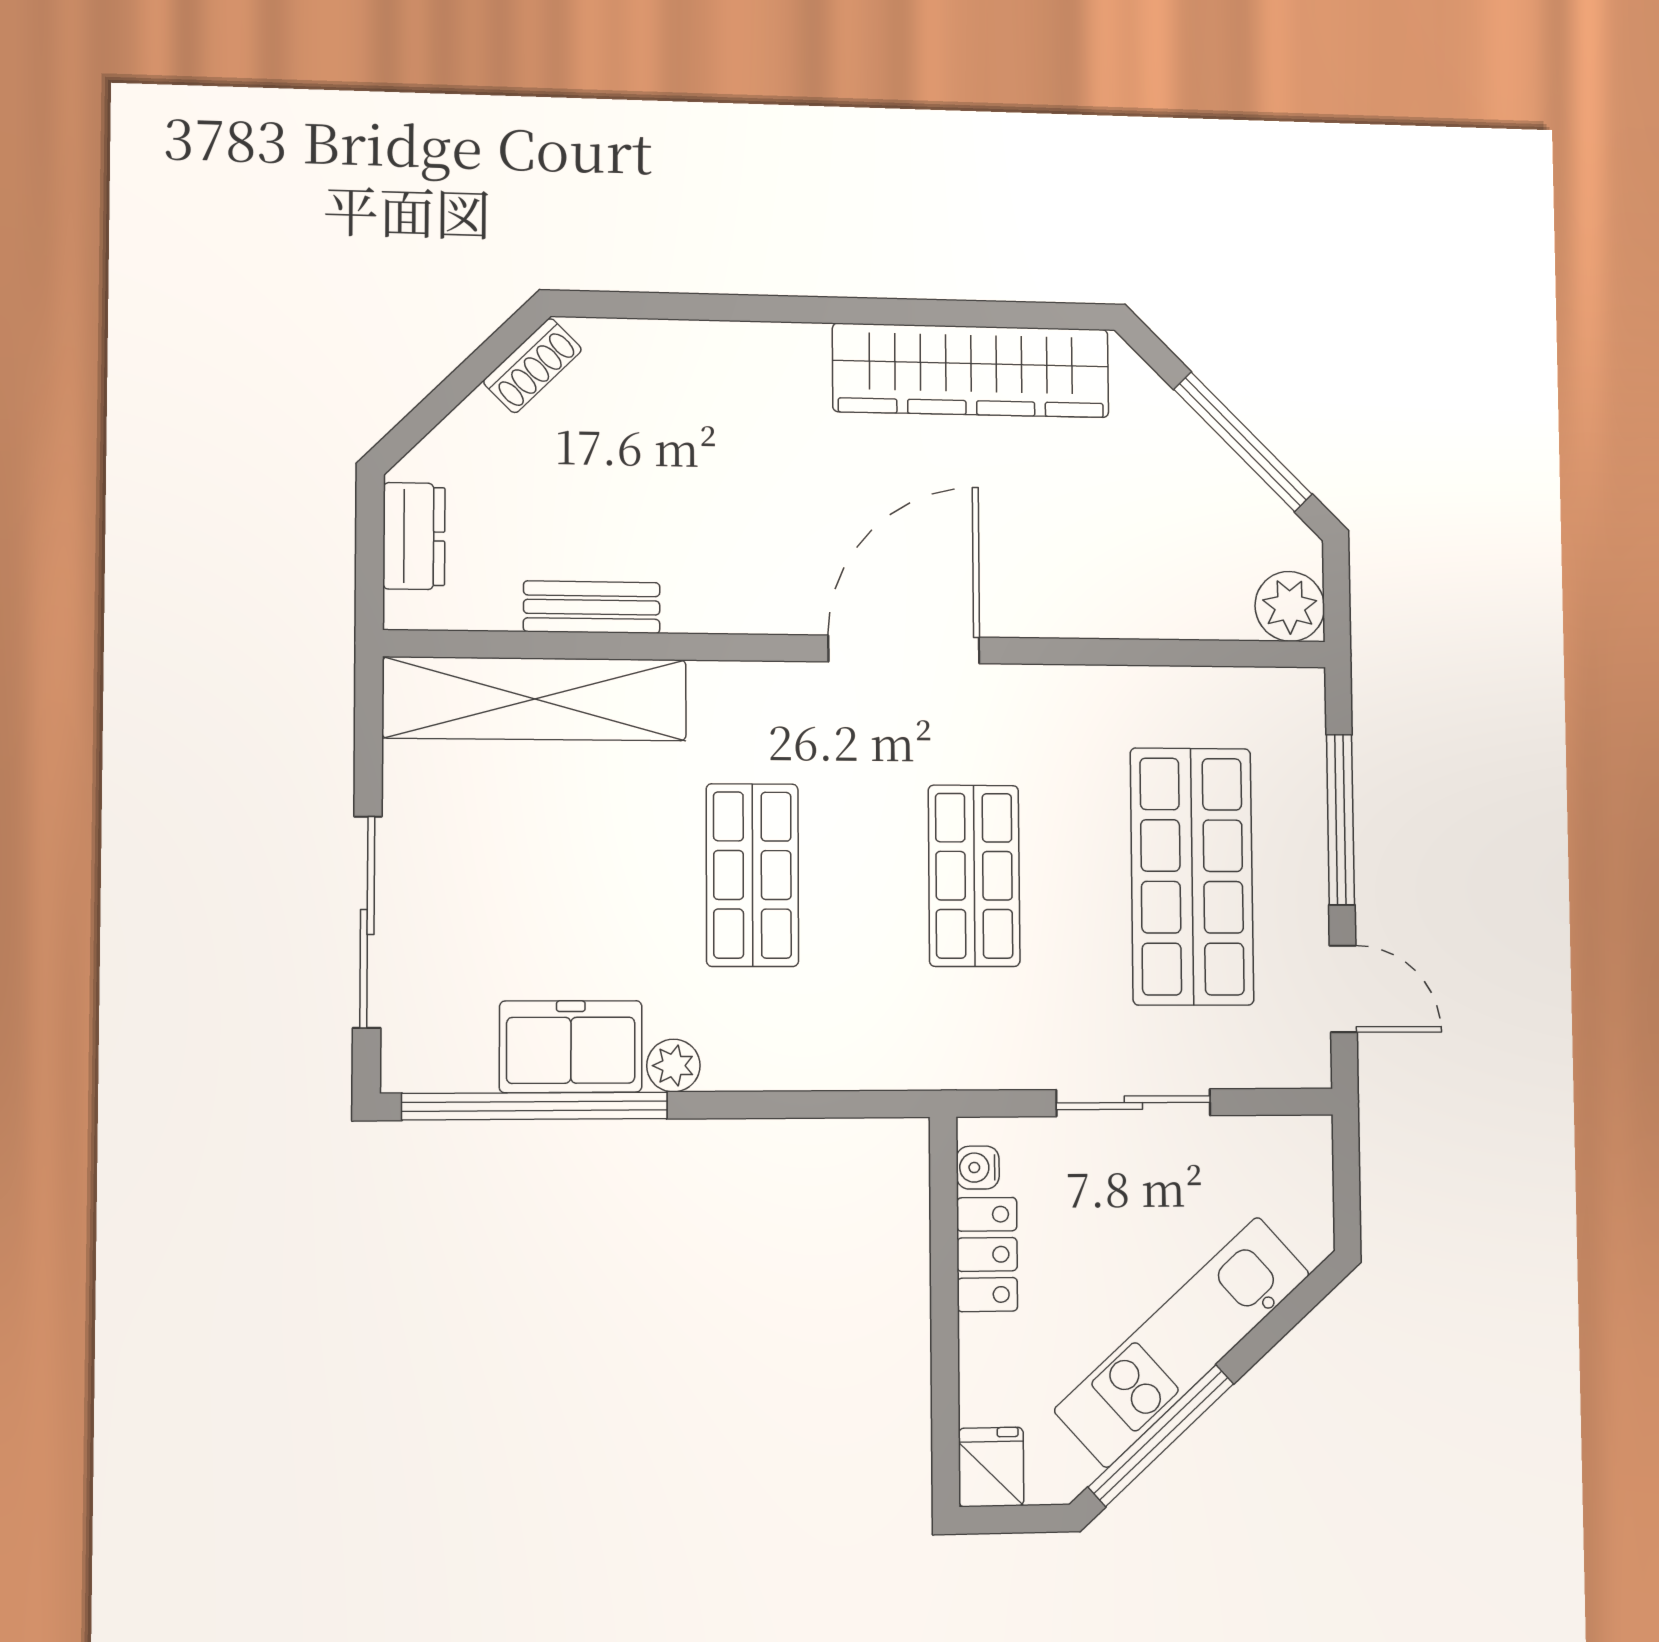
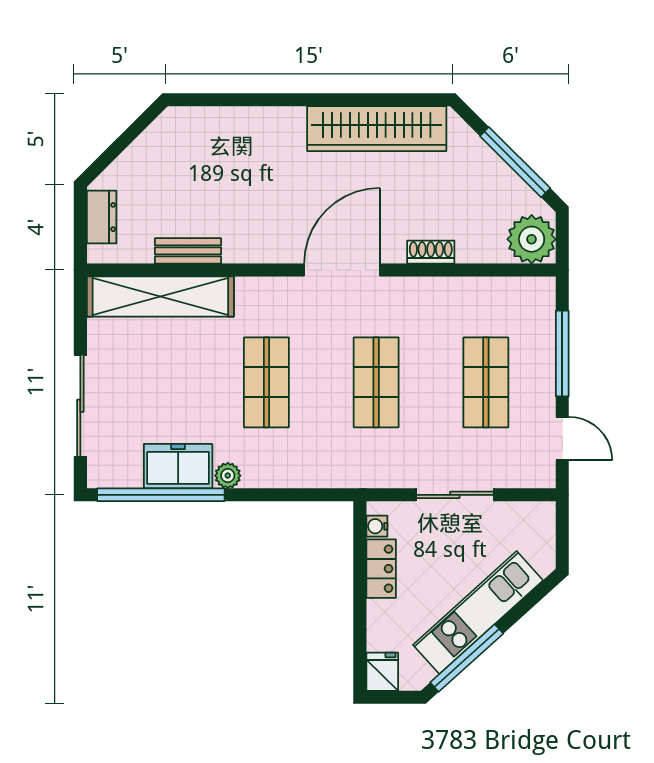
shoe rack: (532, 366) -> (431, 252), moved, turned -135
plant: (1290, 606) -> (532, 239), width x1.36, depth x1.36
shop shelf: (1192, 876) -> (486, 382), width x0.70, depth x0.74

